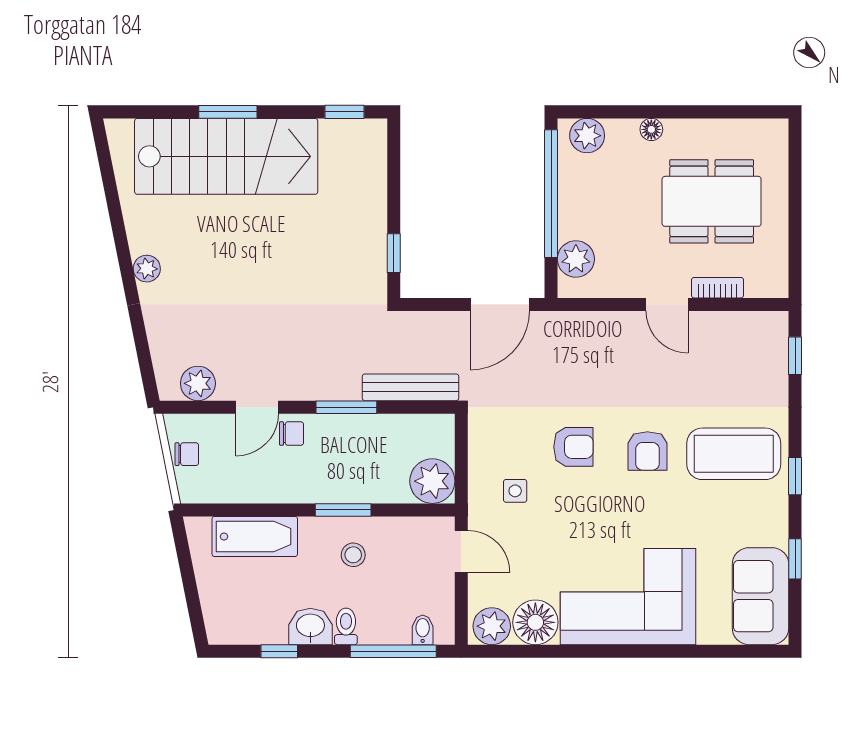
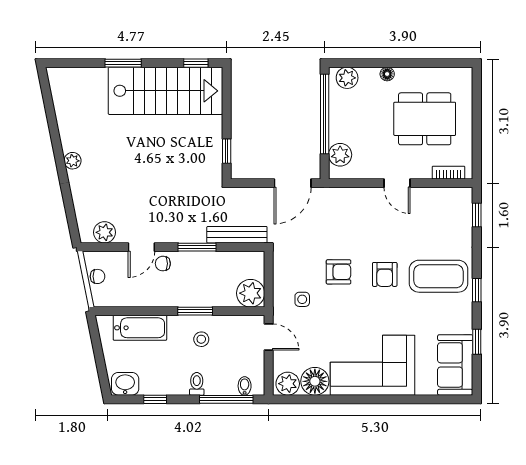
stairs: (226, 156) -> (165, 91), moved
bookcase: (718, 288) -> (448, 173), moved
chair: (292, 434) -> (163, 264), turned 180
washbasin: (310, 626) -> (125, 384), moved

